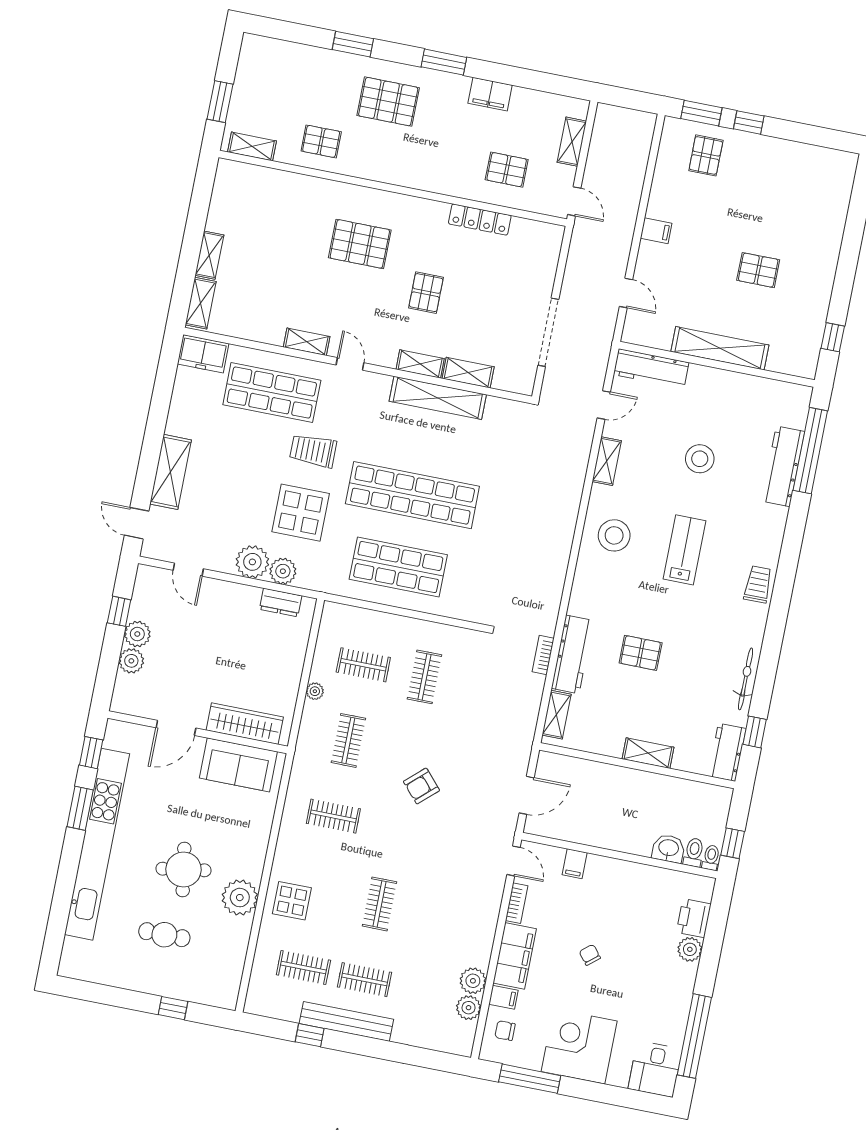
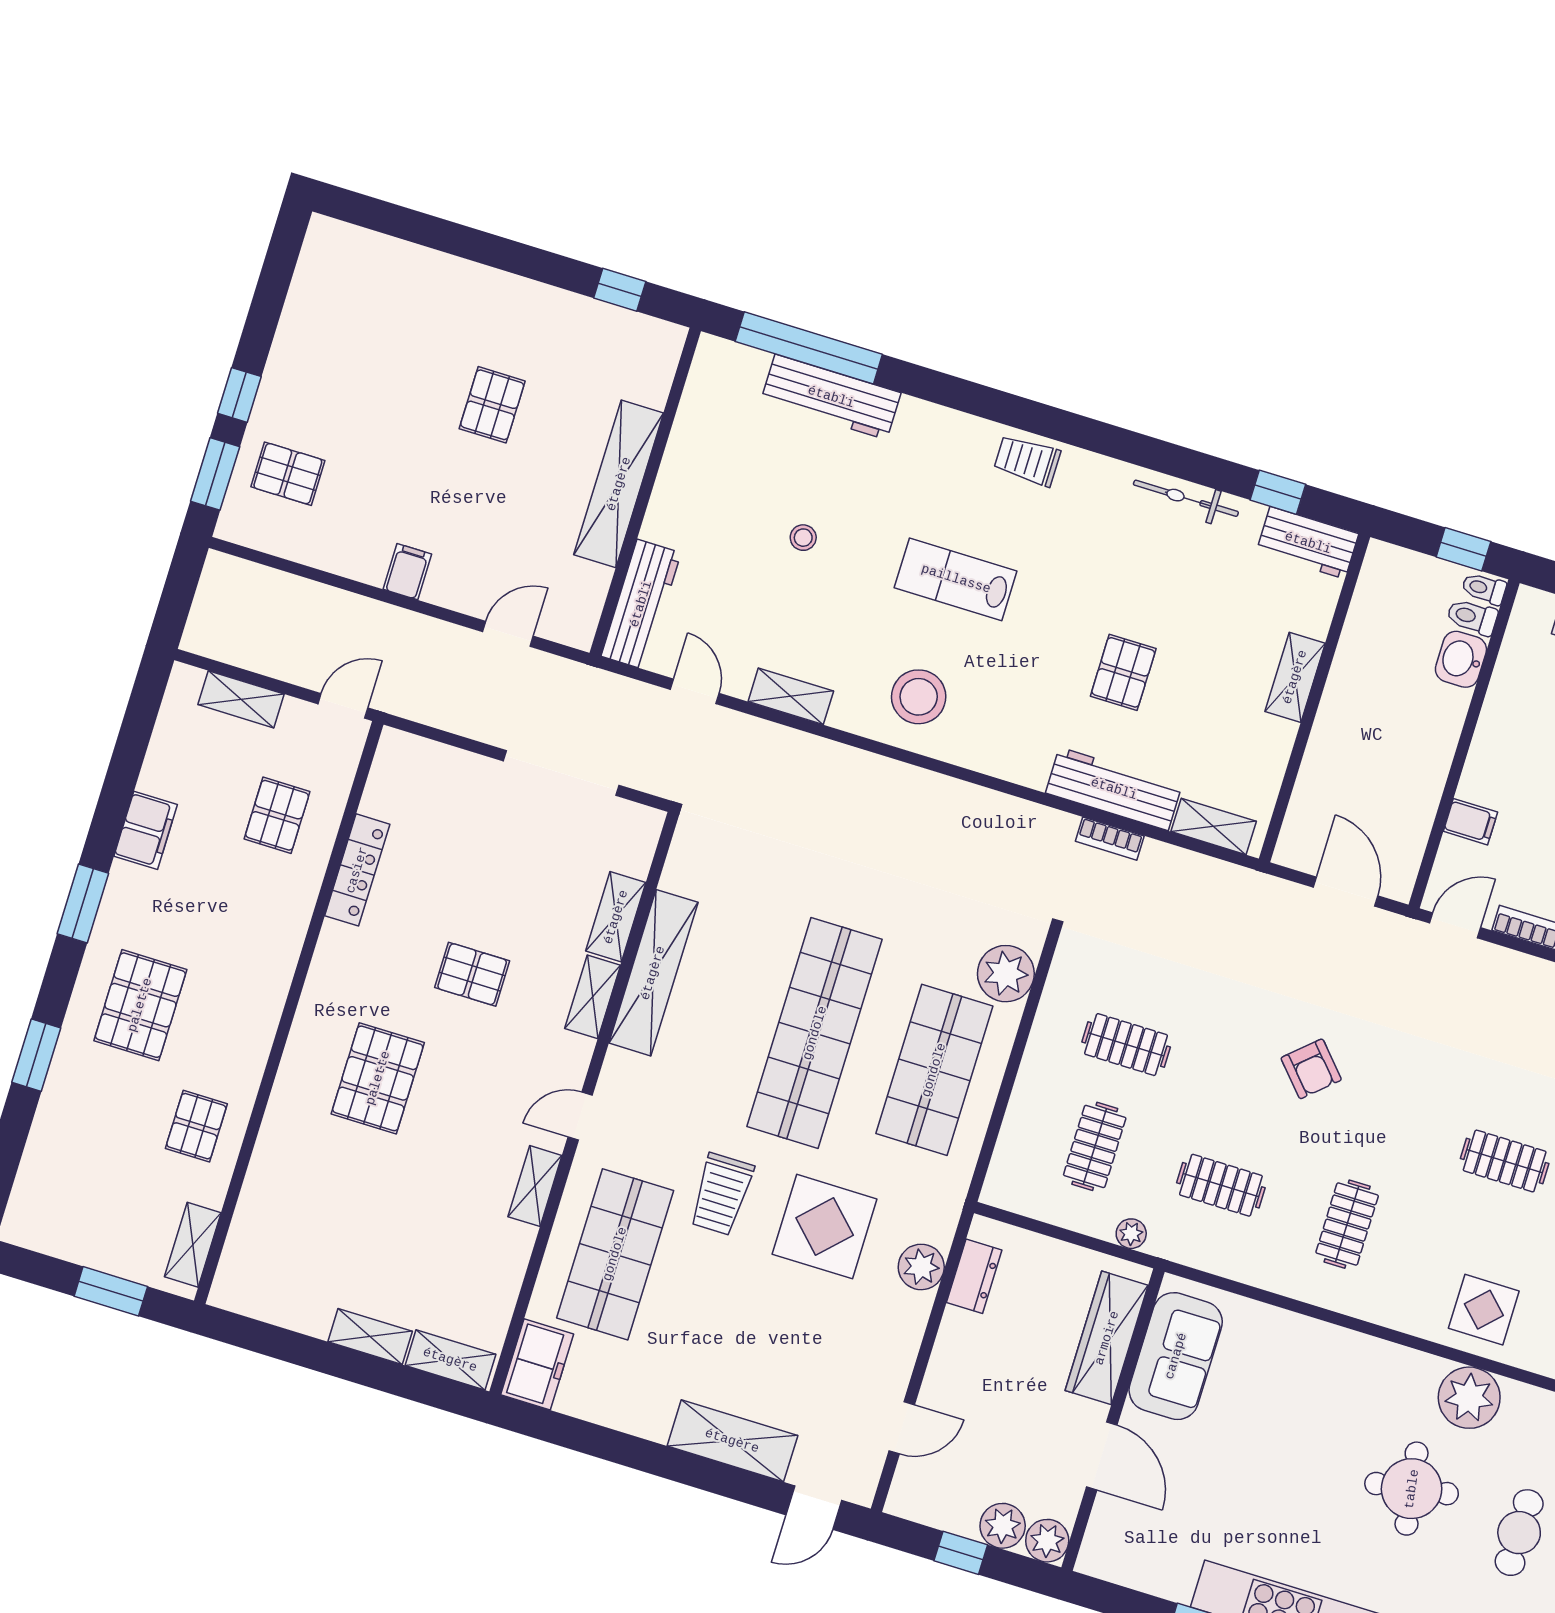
stool: (700, 459) -> (803, 538), width x0.53, depth x0.53
plant: (252, 562) -> (1006, 974), moved
wardrobe: (245, 724) -> (1107, 1338), moved
door: (176, 728) -> (1102, 1456), moved
wall: (198, 732) -> (1113, 1420), moved
sofa: (238, 765) -> (1176, 1356), moved

